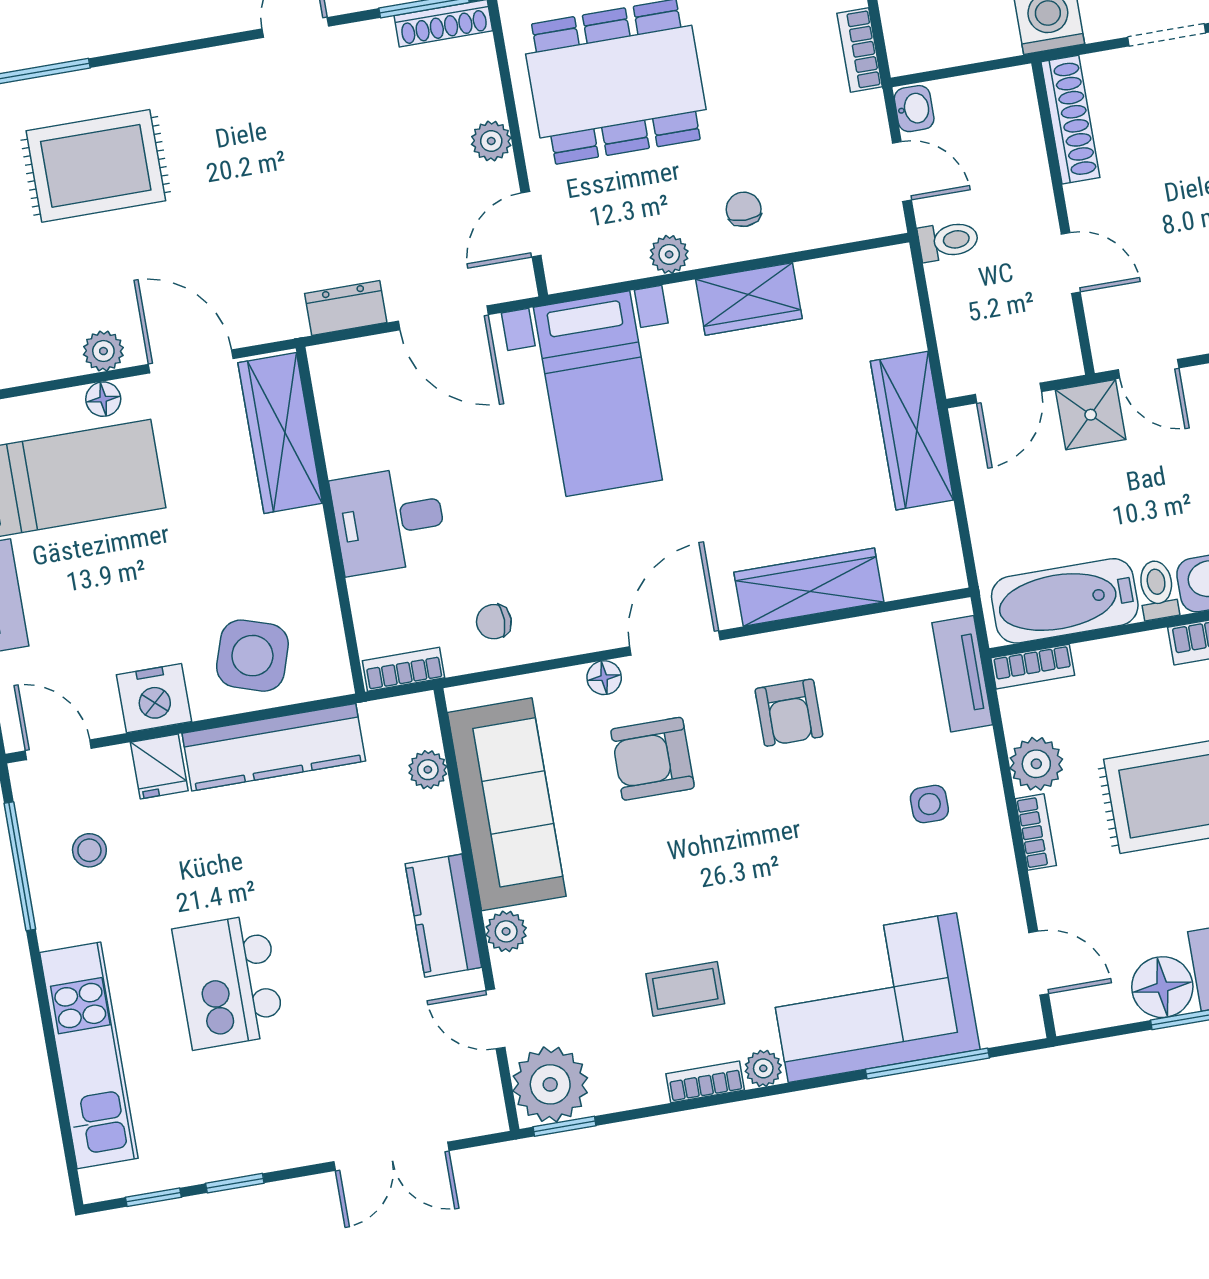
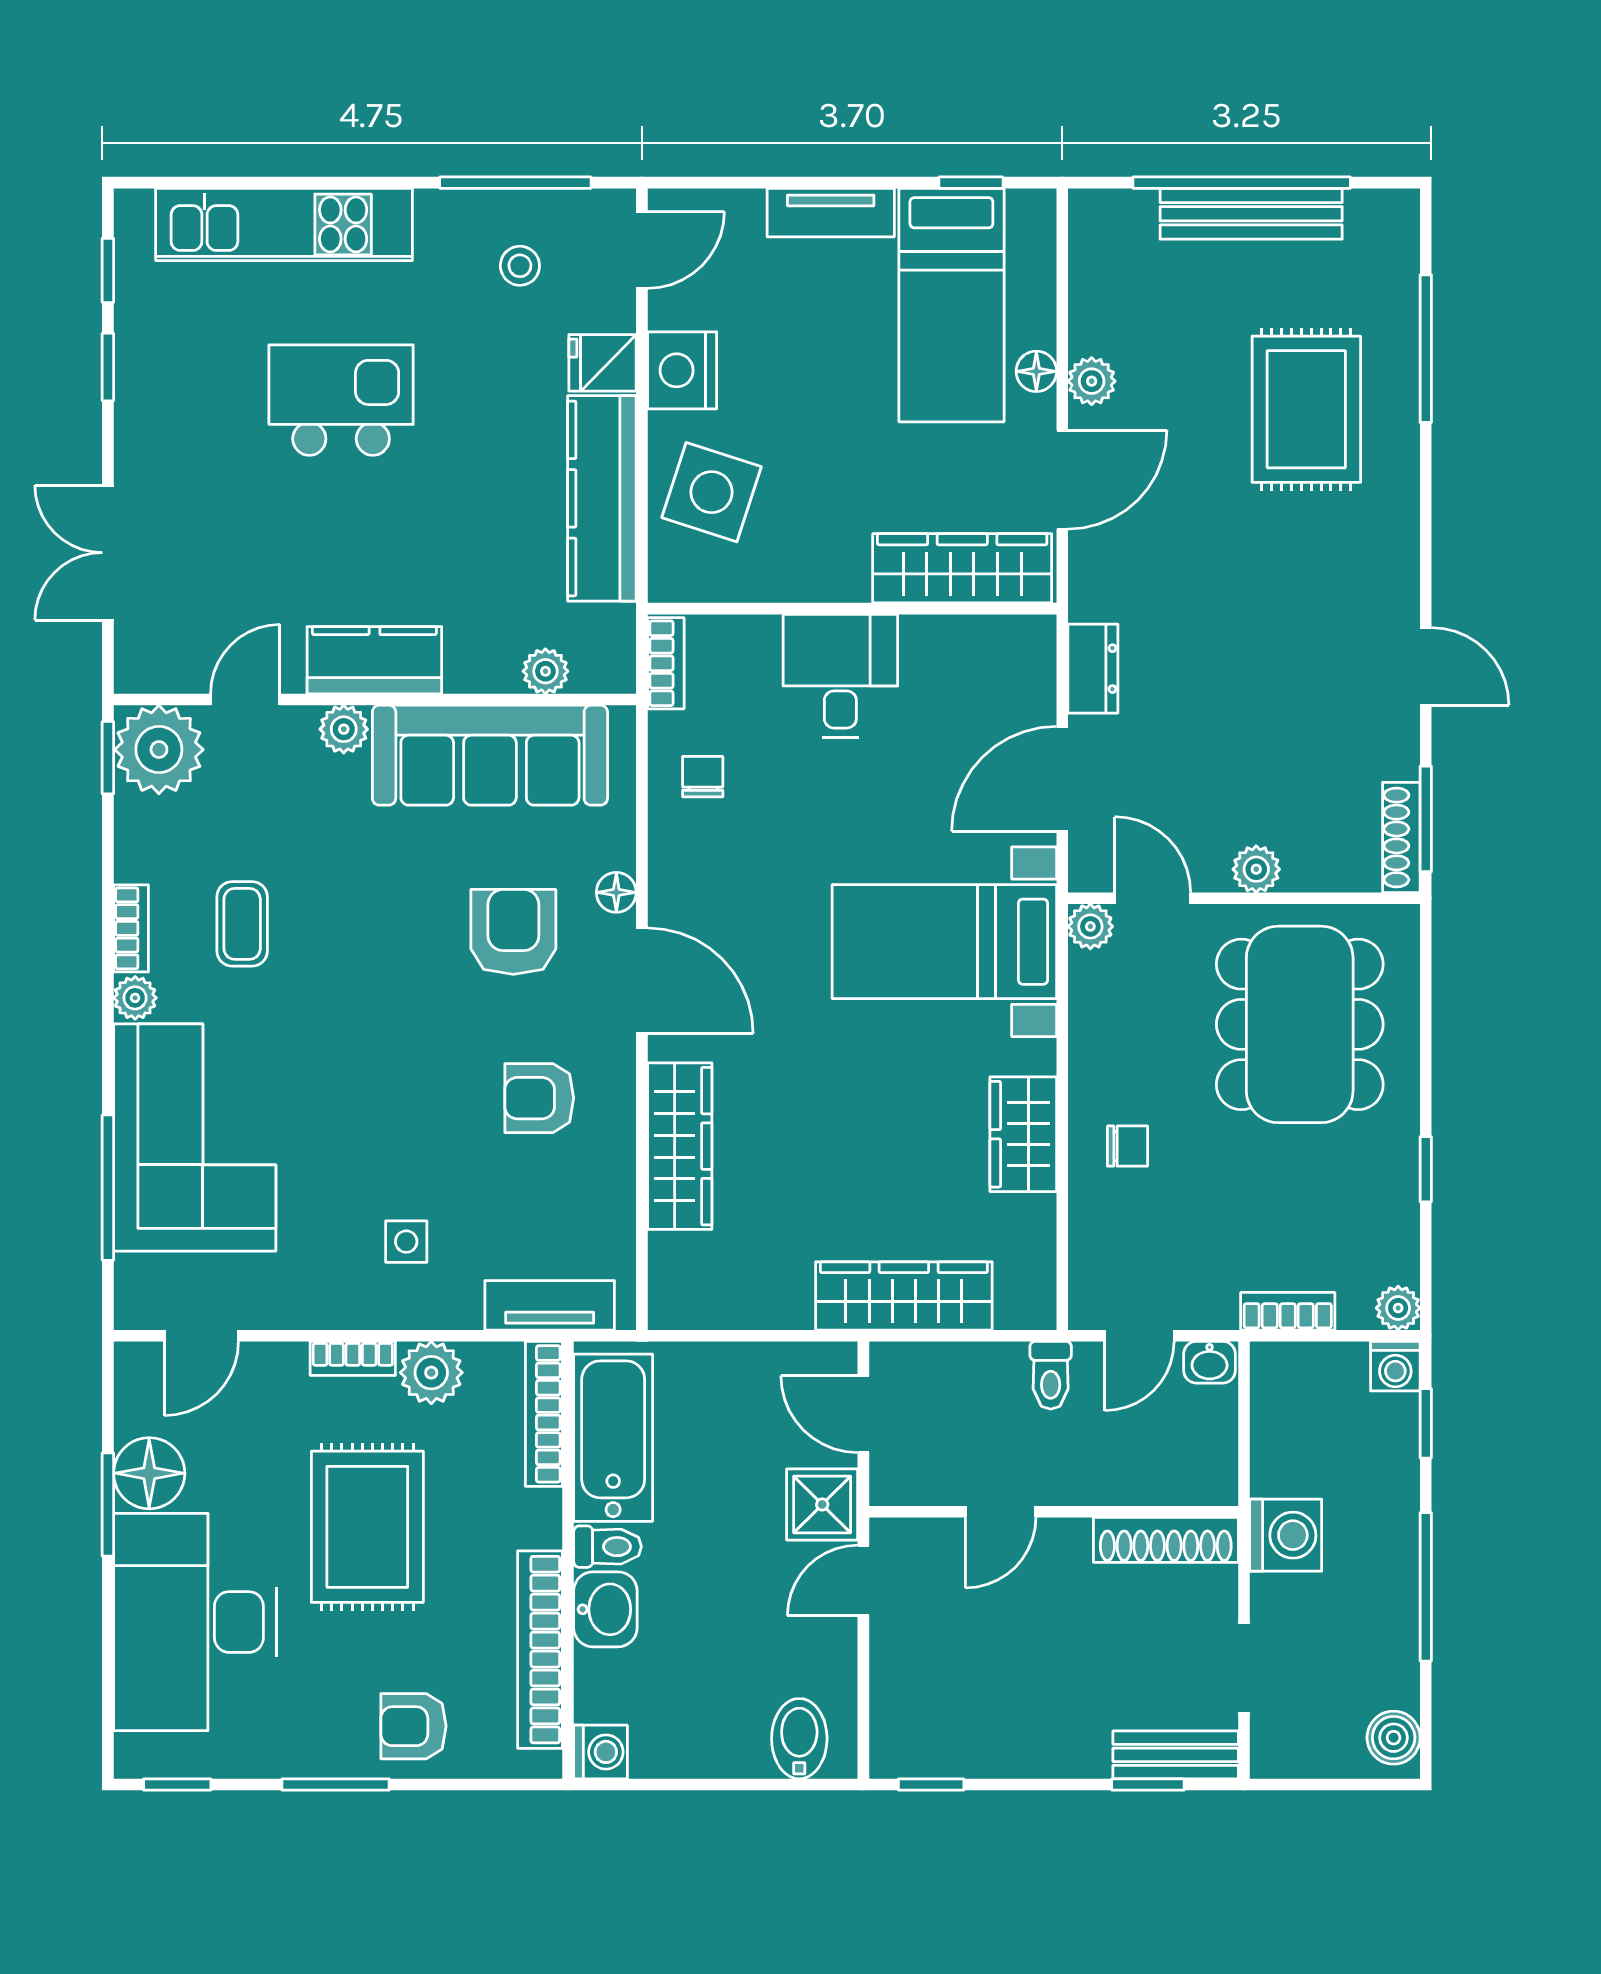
plant: (669, 254) -> (1090, 926), moved
wardrobe: (912, 431) -> (904, 1296), moved
bookcase: (1033, 667) -> (544, 1414), width x1.56

